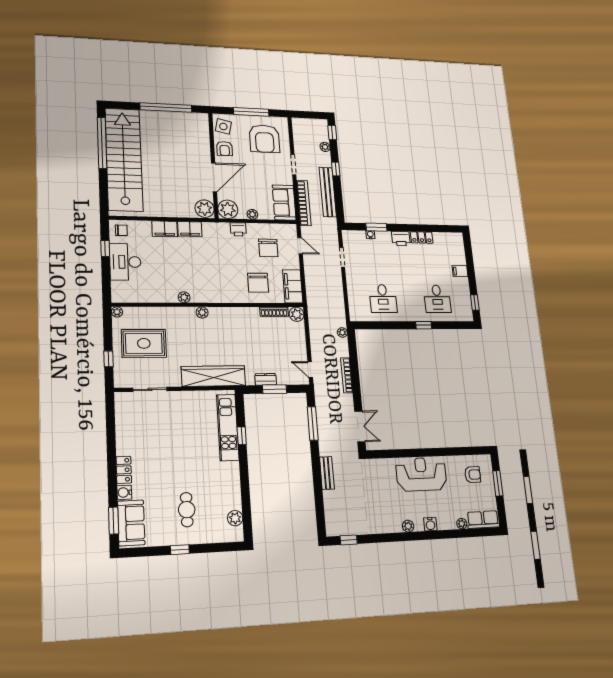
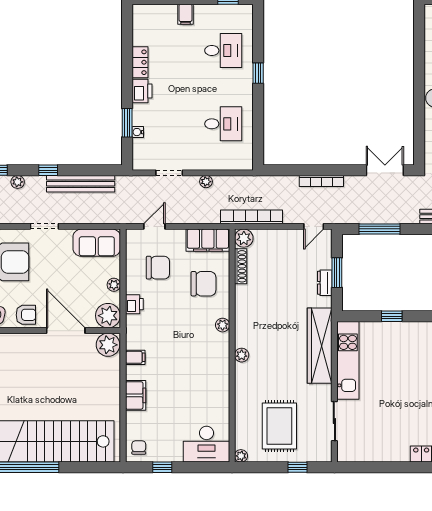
bookcase: (304, 203) -> (252, 217), moved
filing cabinet: (190, 229) -> (135, 357), width x0.50
desk: (125, 262) -> (206, 444), moved
plant: (184, 297) -> (223, 325), moved
plant: (342, 333) -> (206, 182), moved
kitchen unit: (228, 427) -> (348, 360), moved, turned -90

